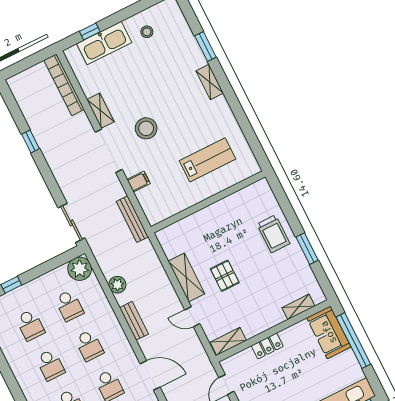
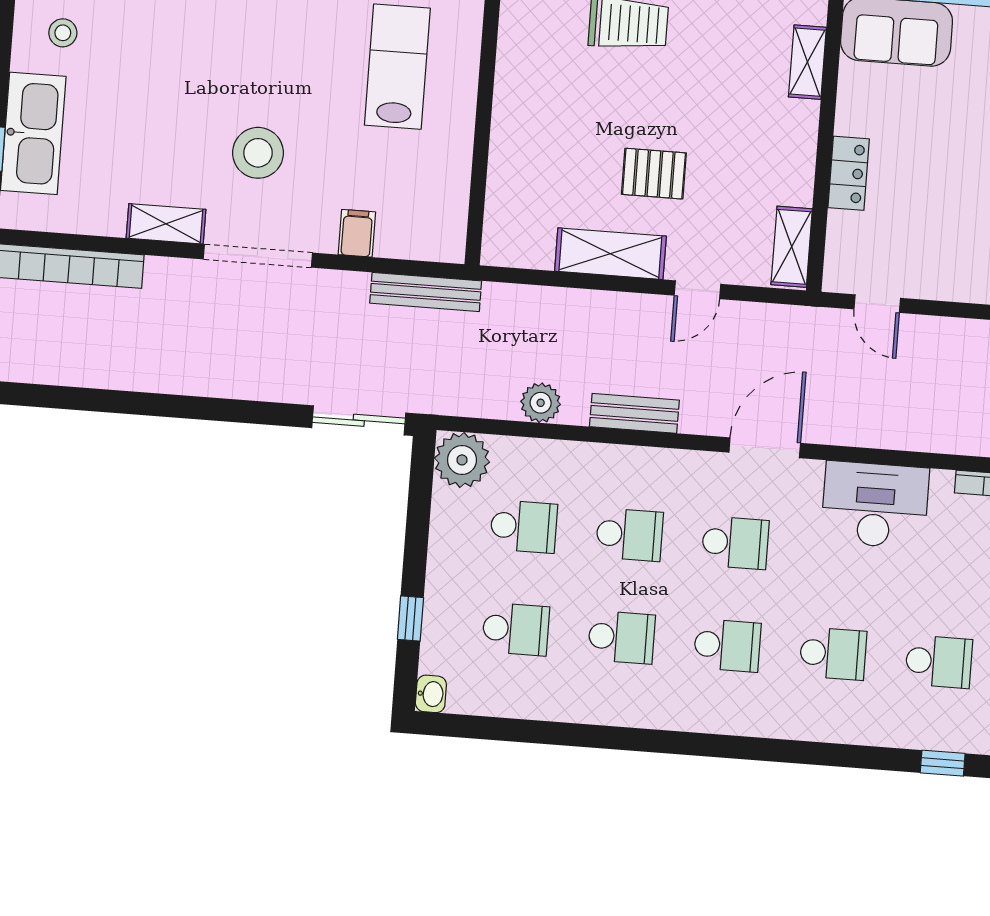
window: (31, 141) -> (143, 404), removed

